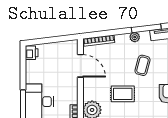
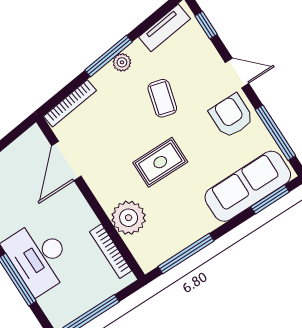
window: (146, 28) -> (108, 56), moved
door: (80, 66) -> (66, 161), swing flipped

